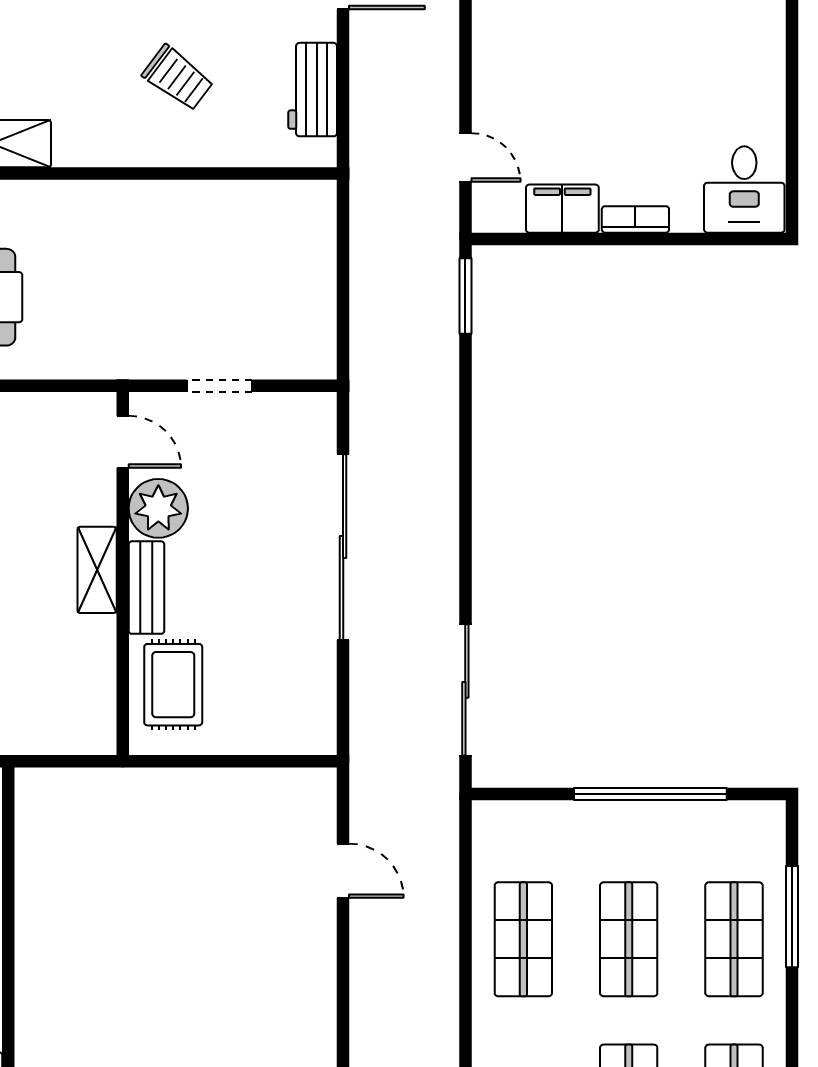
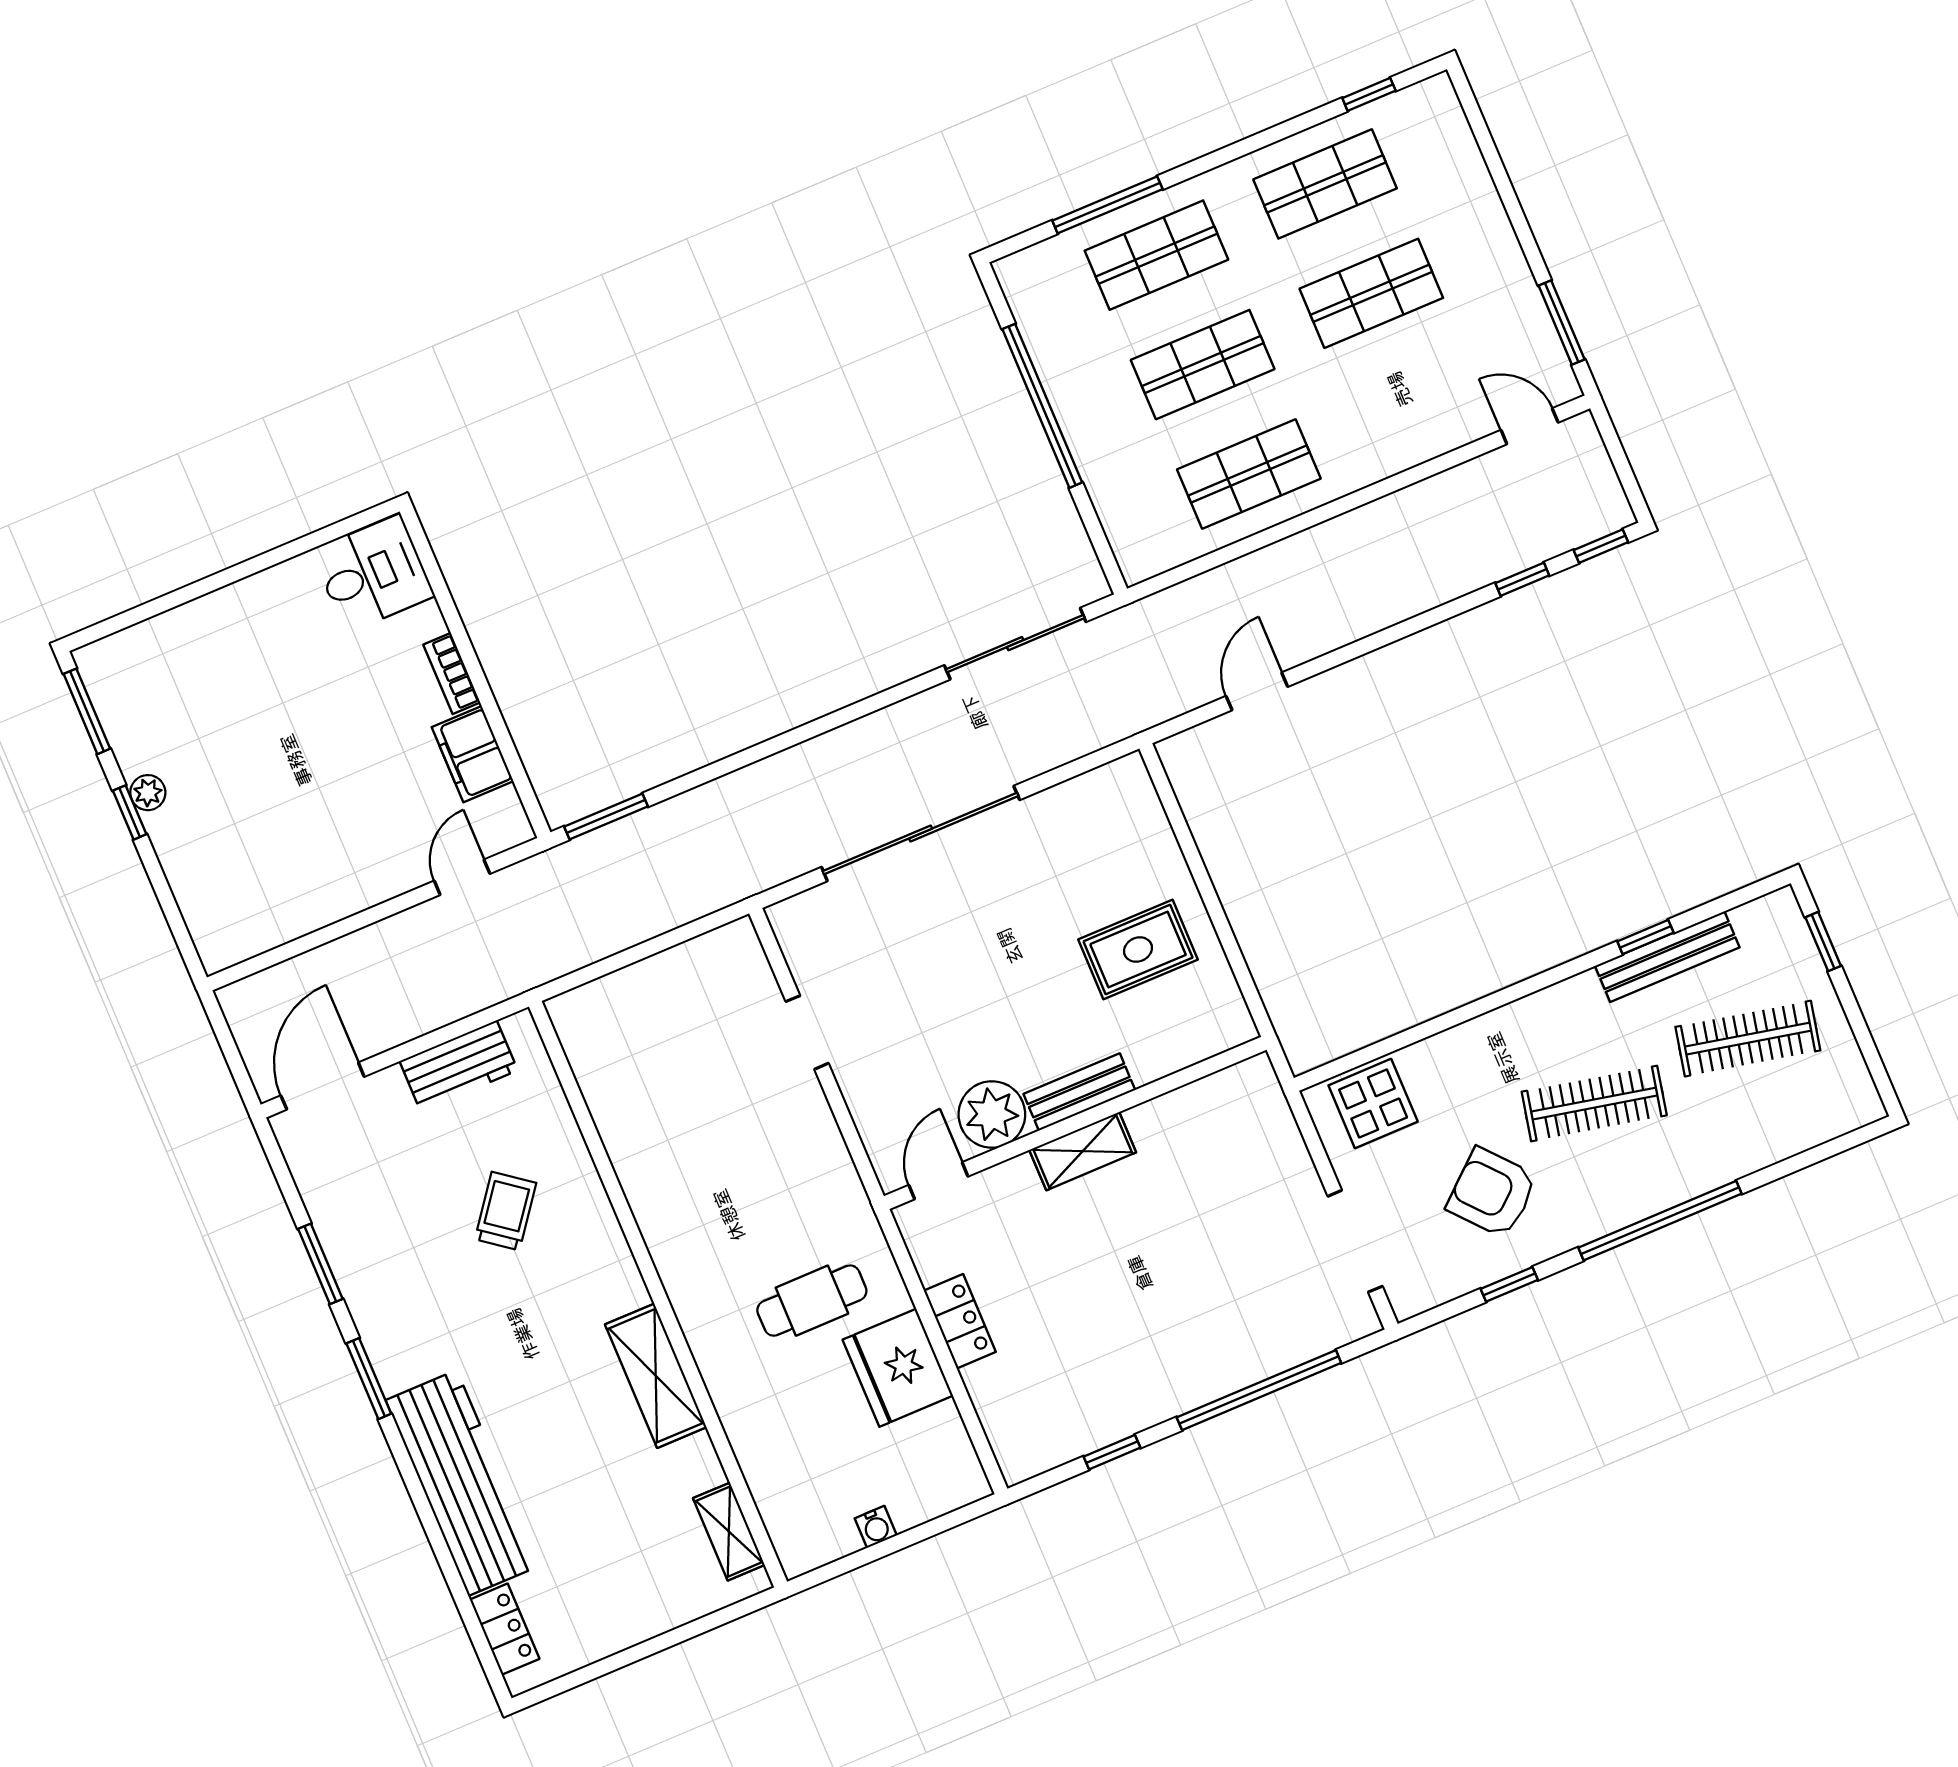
door: (123, 442) -> (938, 1181), moved
plant: (158, 508) -> (992, 1114), moved
shelving: (97, 570) -> (1083, 1151), moved
wall: (123, 574) -> (1075, 1123), moved
bench: (146, 588) -> (1079, 1092), moved

